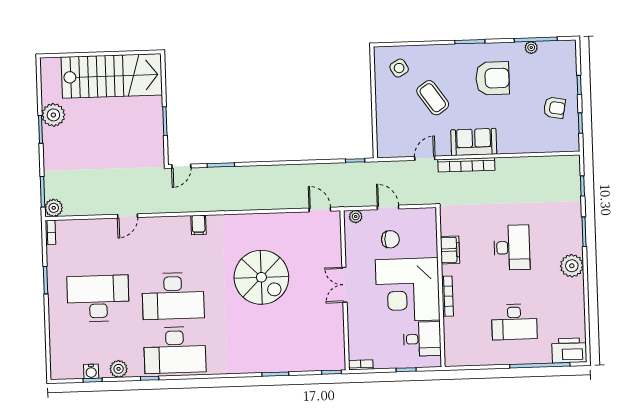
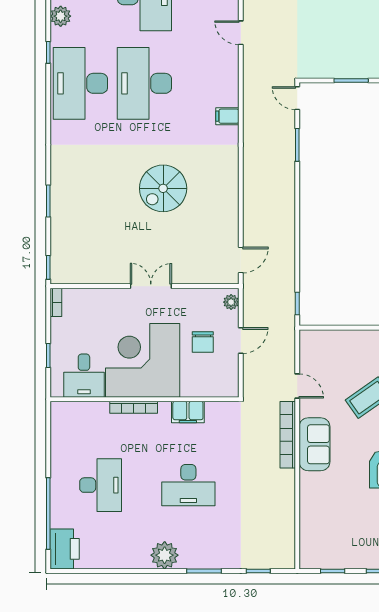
armchair: (554, 108) -> (352, 541), removed
spiral stairs: (261, 277) -> (163, 188), width x0.73, depth x0.73
desk: (514, 322) -> (101, 485), turned 180

